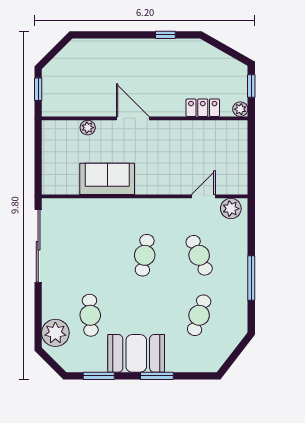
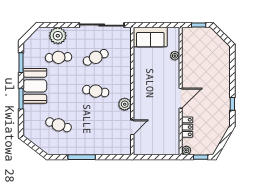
door: (133, 118) -> (181, 98), moved
sofa: (107, 179) -> (150, 37), moved, turned 90
door: (203, 196) -> (132, 127), hinge flipped
plant: (231, 209) -> (125, 104), moved
cafe table: (199, 255) -> (96, 57), moved
plant: (55, 333) -> (58, 36), moved

